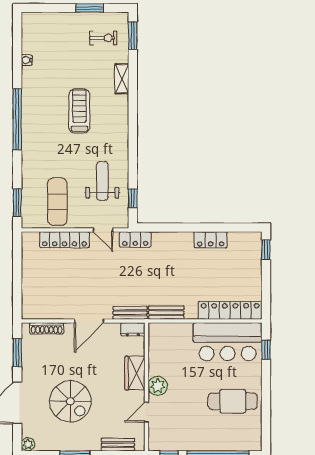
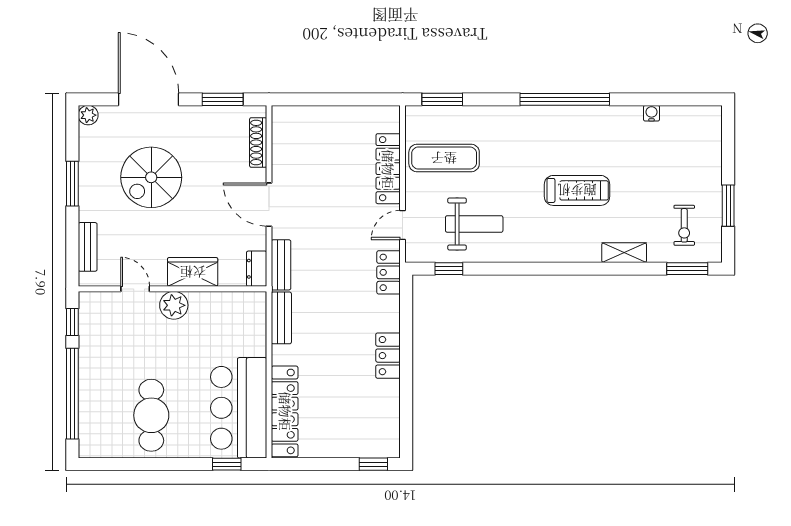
locker: (211, 240) -> (388, 356), moved

